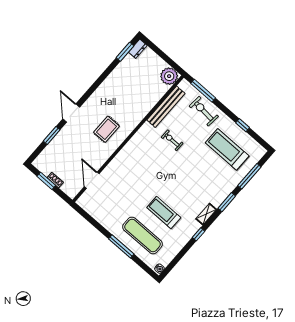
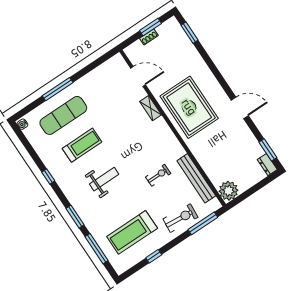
door: (71, 113) -> (240, 108), moved
rug: (107, 129) -> (189, 107), width x1.86, depth x2.06
window: (52, 135) -> (189, 33), moved
treadmill: (227, 149) -> (132, 232), turned 180
weight bench: (188, 186) -> (104, 179), added
shelving: (206, 214) -> (151, 108), moved

